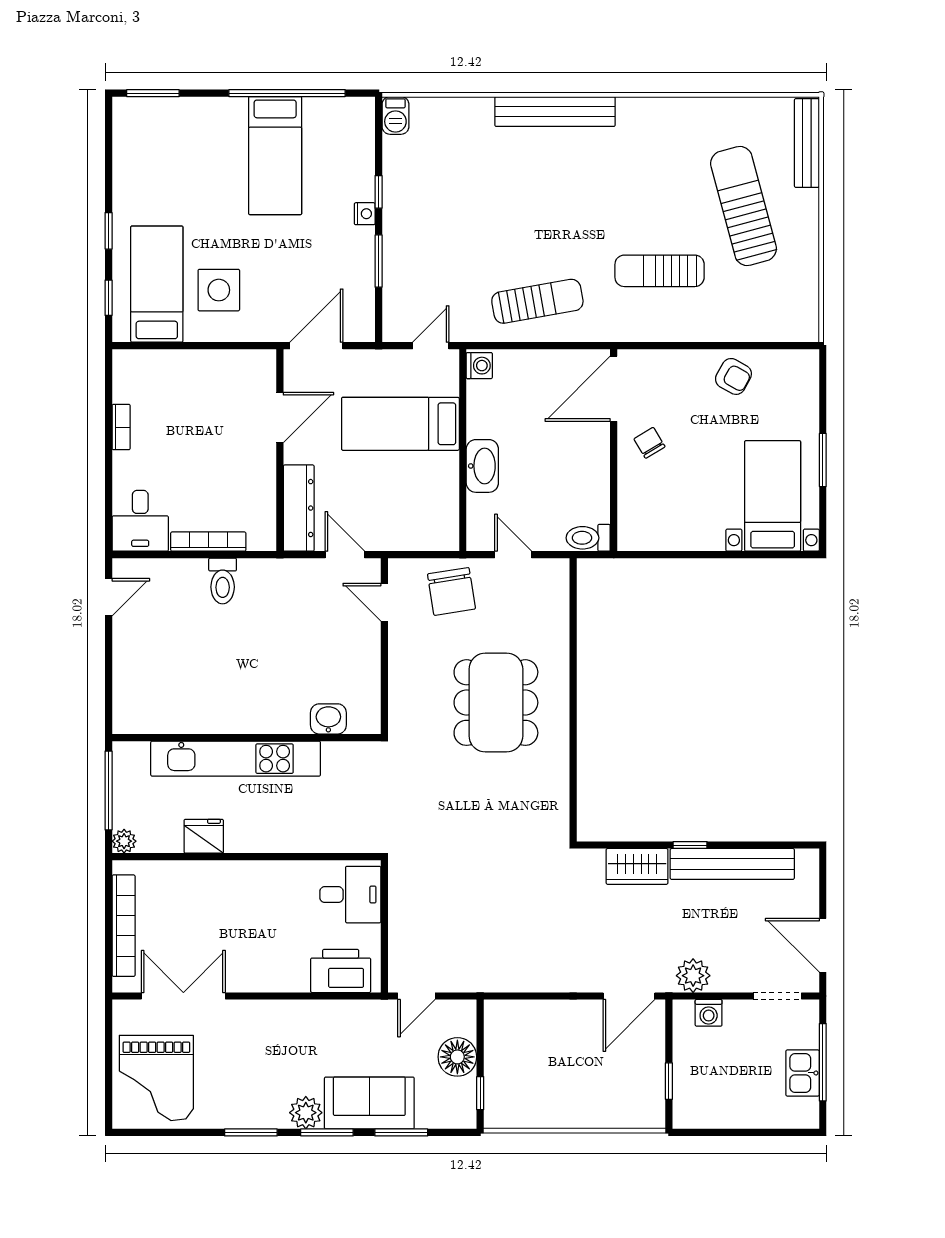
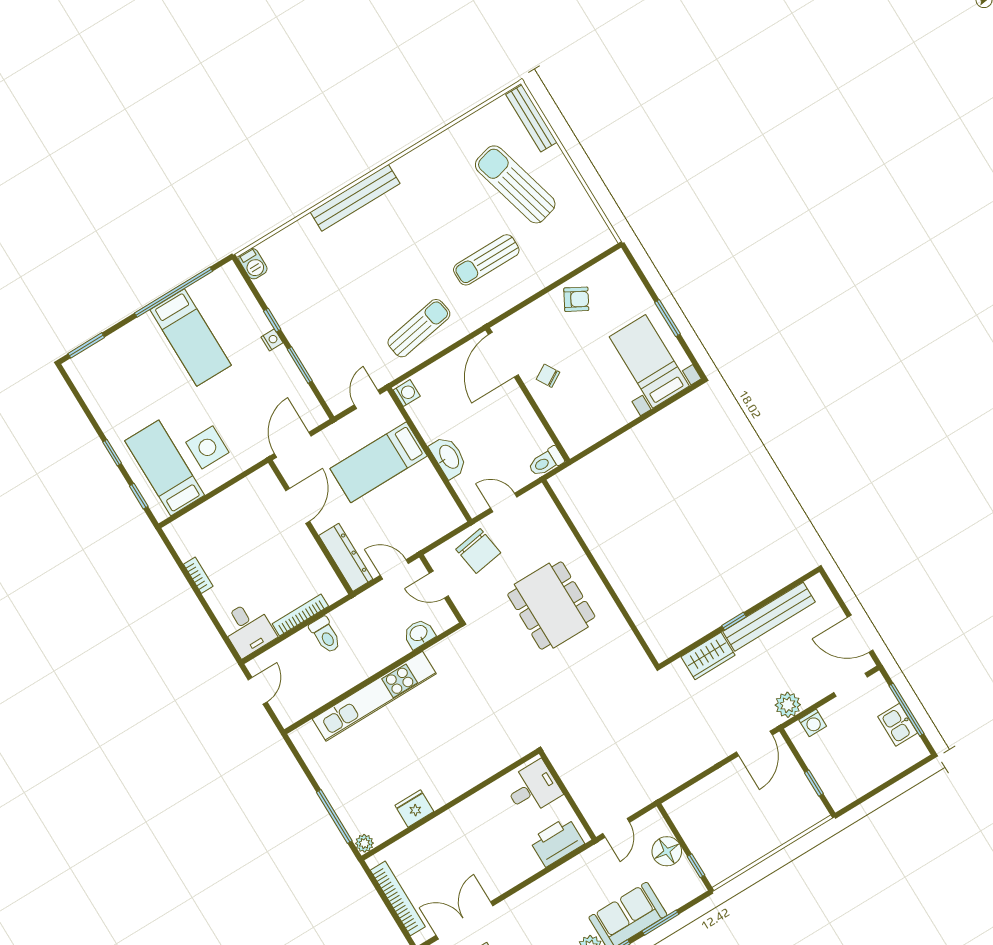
washbasin: (328, 719) -> (419, 634), moved
wall: (246, 738) -> (373, 678), moved
kitchen unit: (236, 759) -> (374, 696), moved

